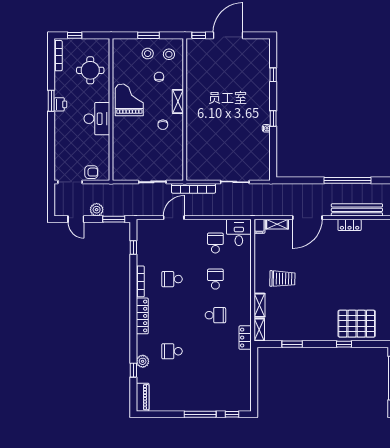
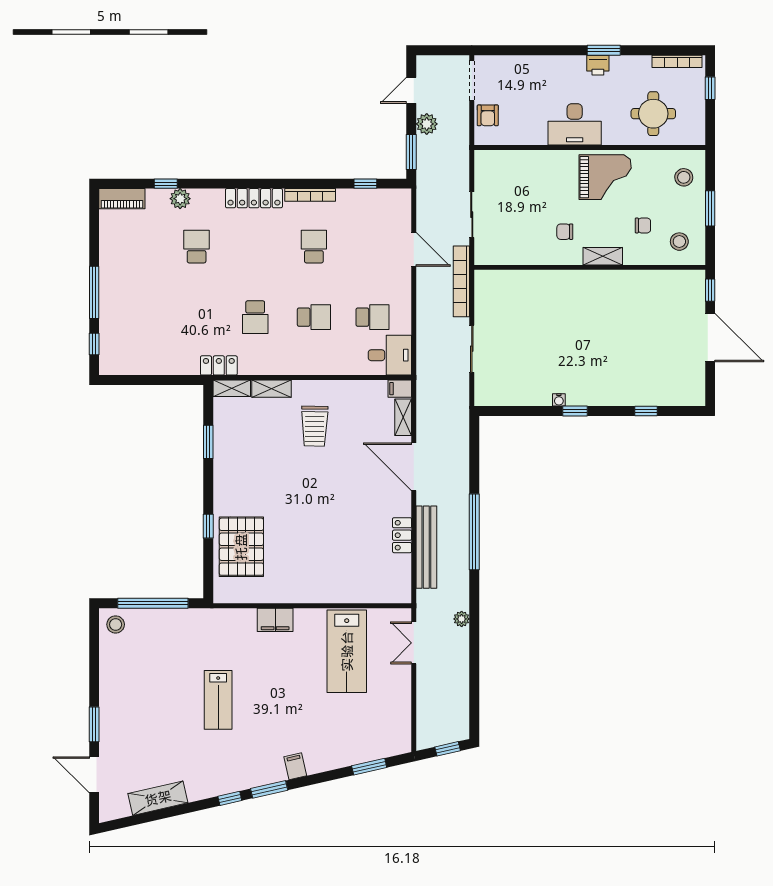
stool: (148, 54) -> (684, 177), moved

